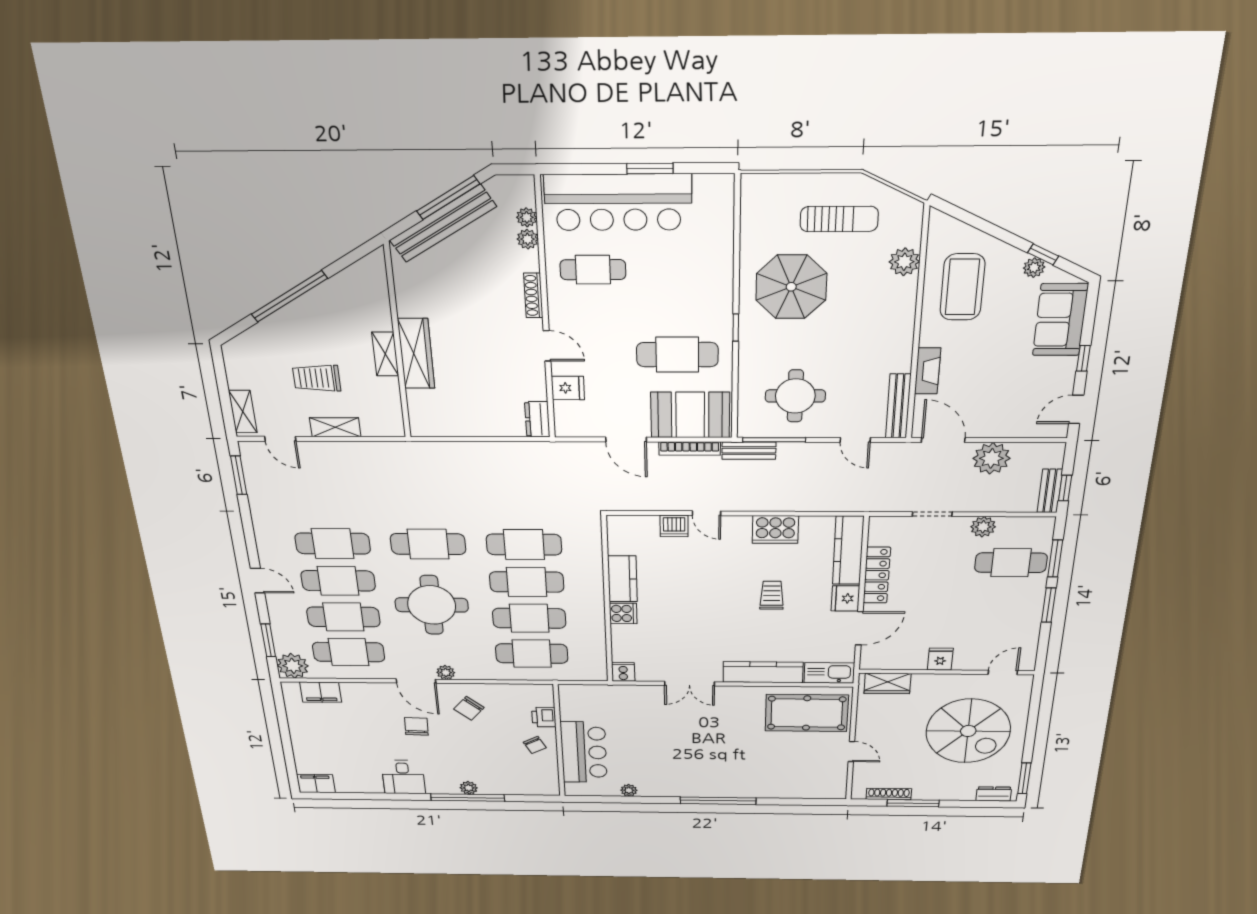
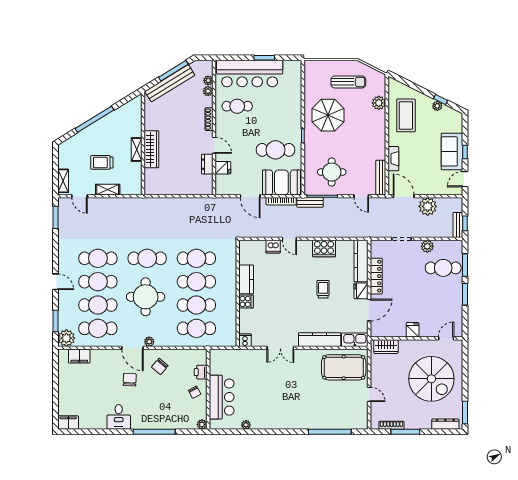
sofa: (1060, 320) -> (452, 151), moved
dresser: (537, 419) -> (207, 164), moved
plant: (469, 788) -> (202, 424), moved
dresser: (994, 794) -> (445, 424), width x1.44
window: (718, 801) -> (330, 432), moved

